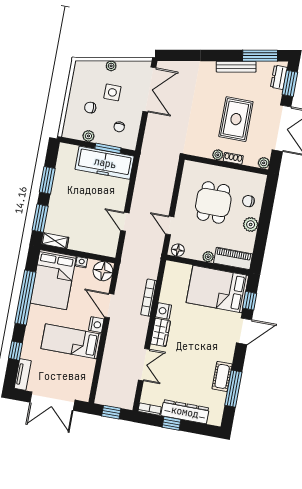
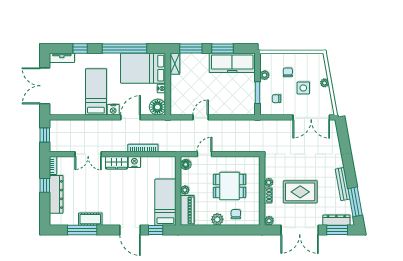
dresser: (279, 77) -> (336, 220), width x1.44
freezer: (105, 163) -> (232, 63), moved, turned -90
bed: (217, 289) -> (165, 202), width x0.67

